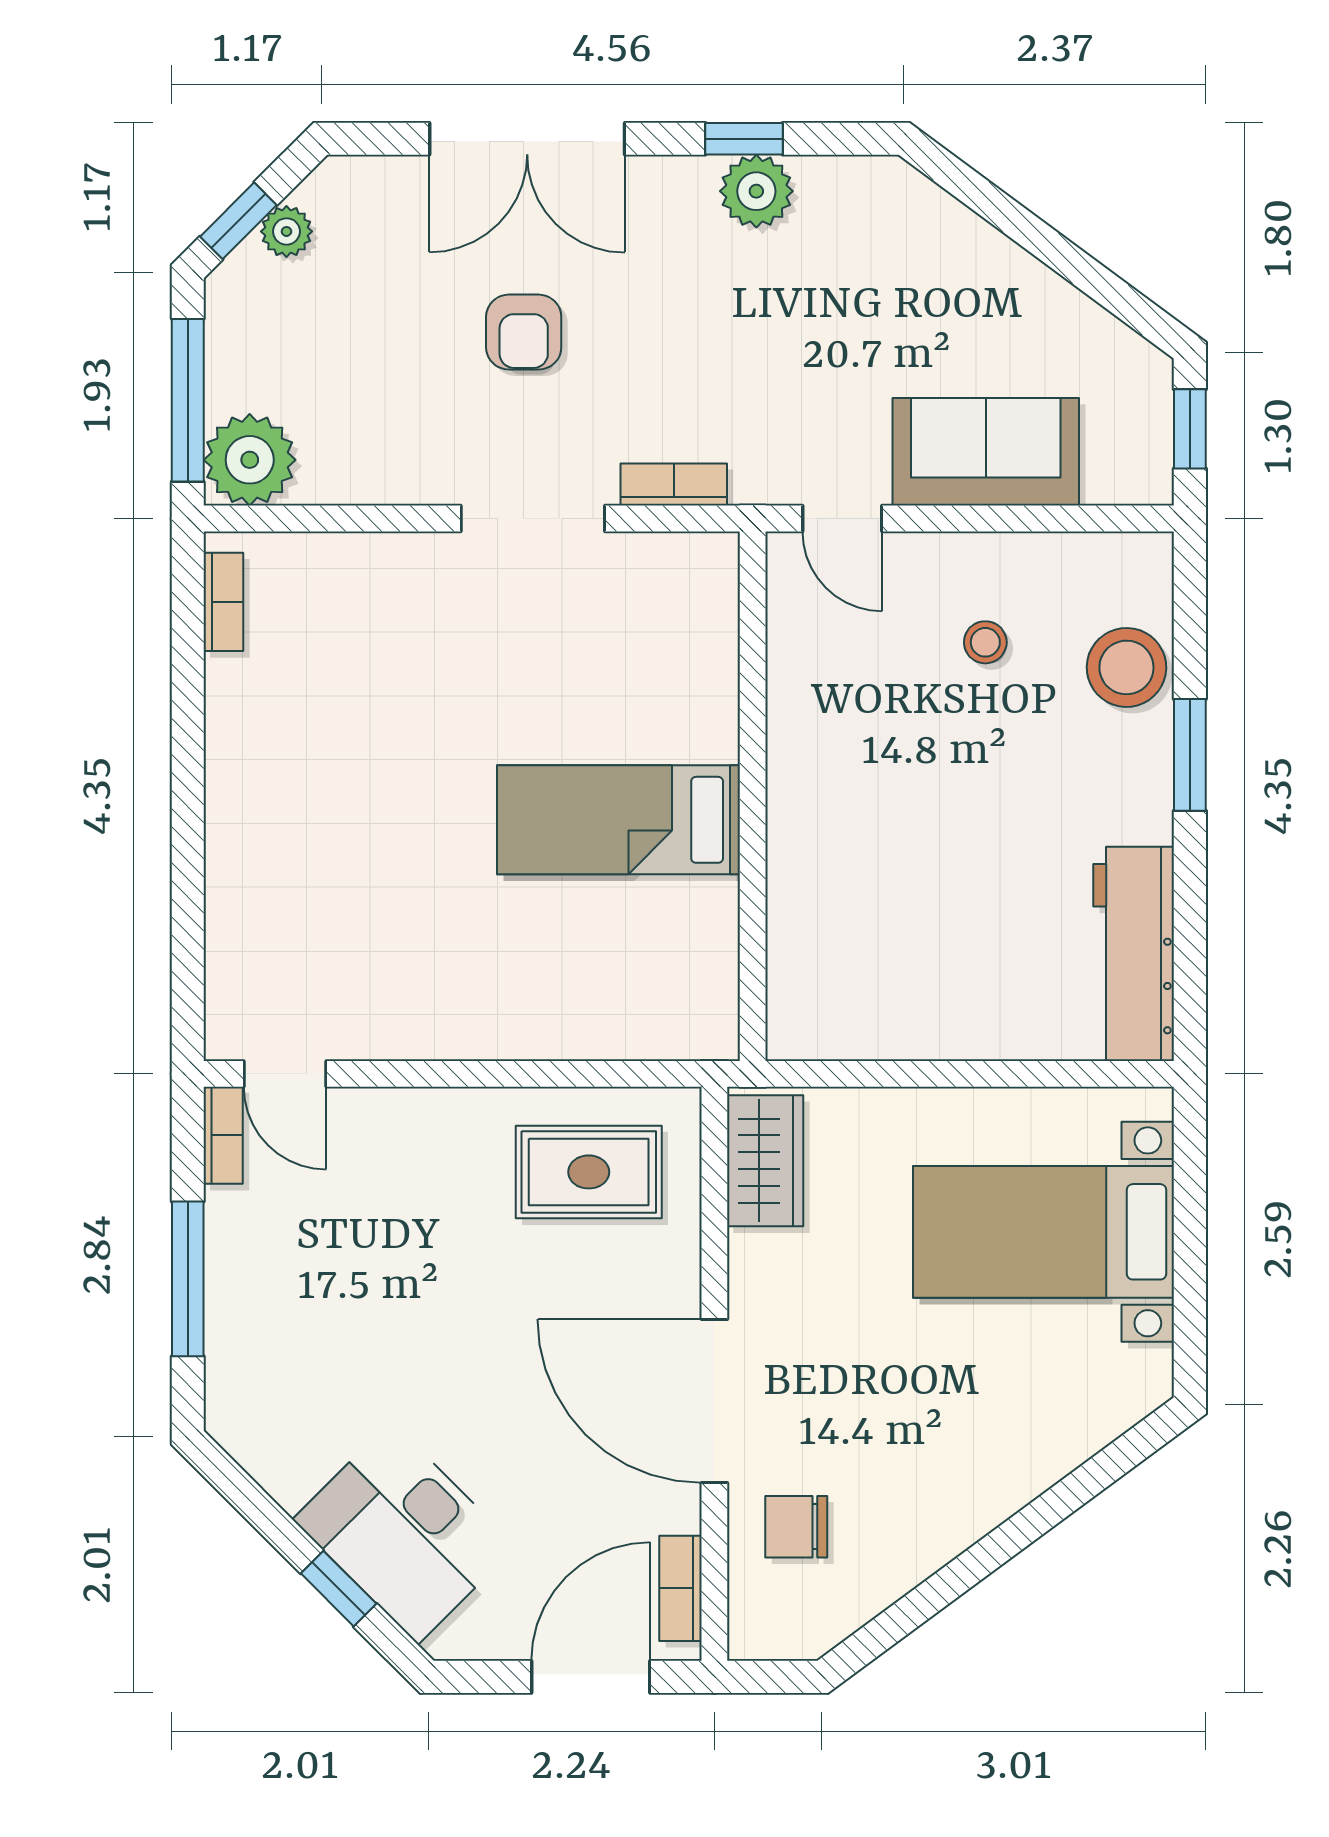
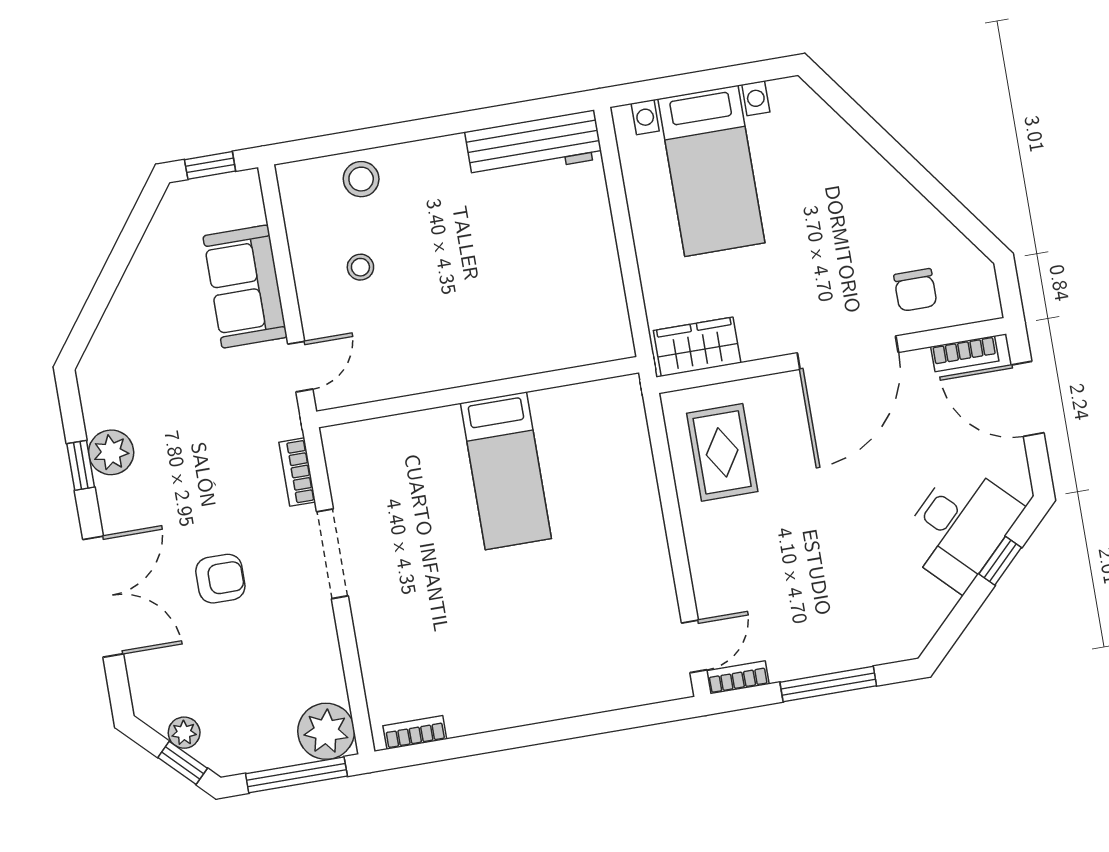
stool: (1126, 667) -> (361, 179), width x0.73, depth x0.73
window: (1190, 755) -> (407, 132), removed

